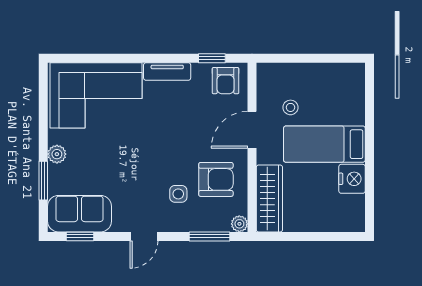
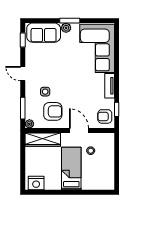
armchair: (216, 179) -> (53, 111), turned -90
nightstand: (352, 179) -> (36, 183), moved
window: (43, 181) -> (70, 21), moved
sofa: (80, 214) -> (44, 33), moved, turned 90

